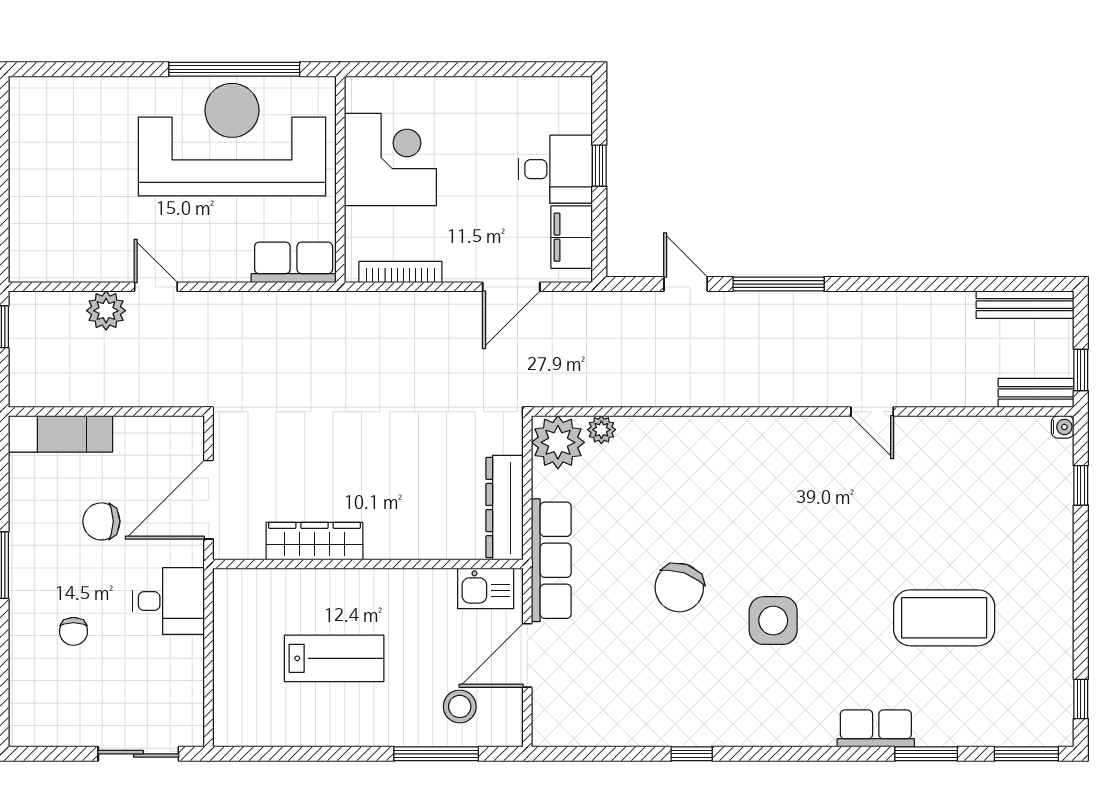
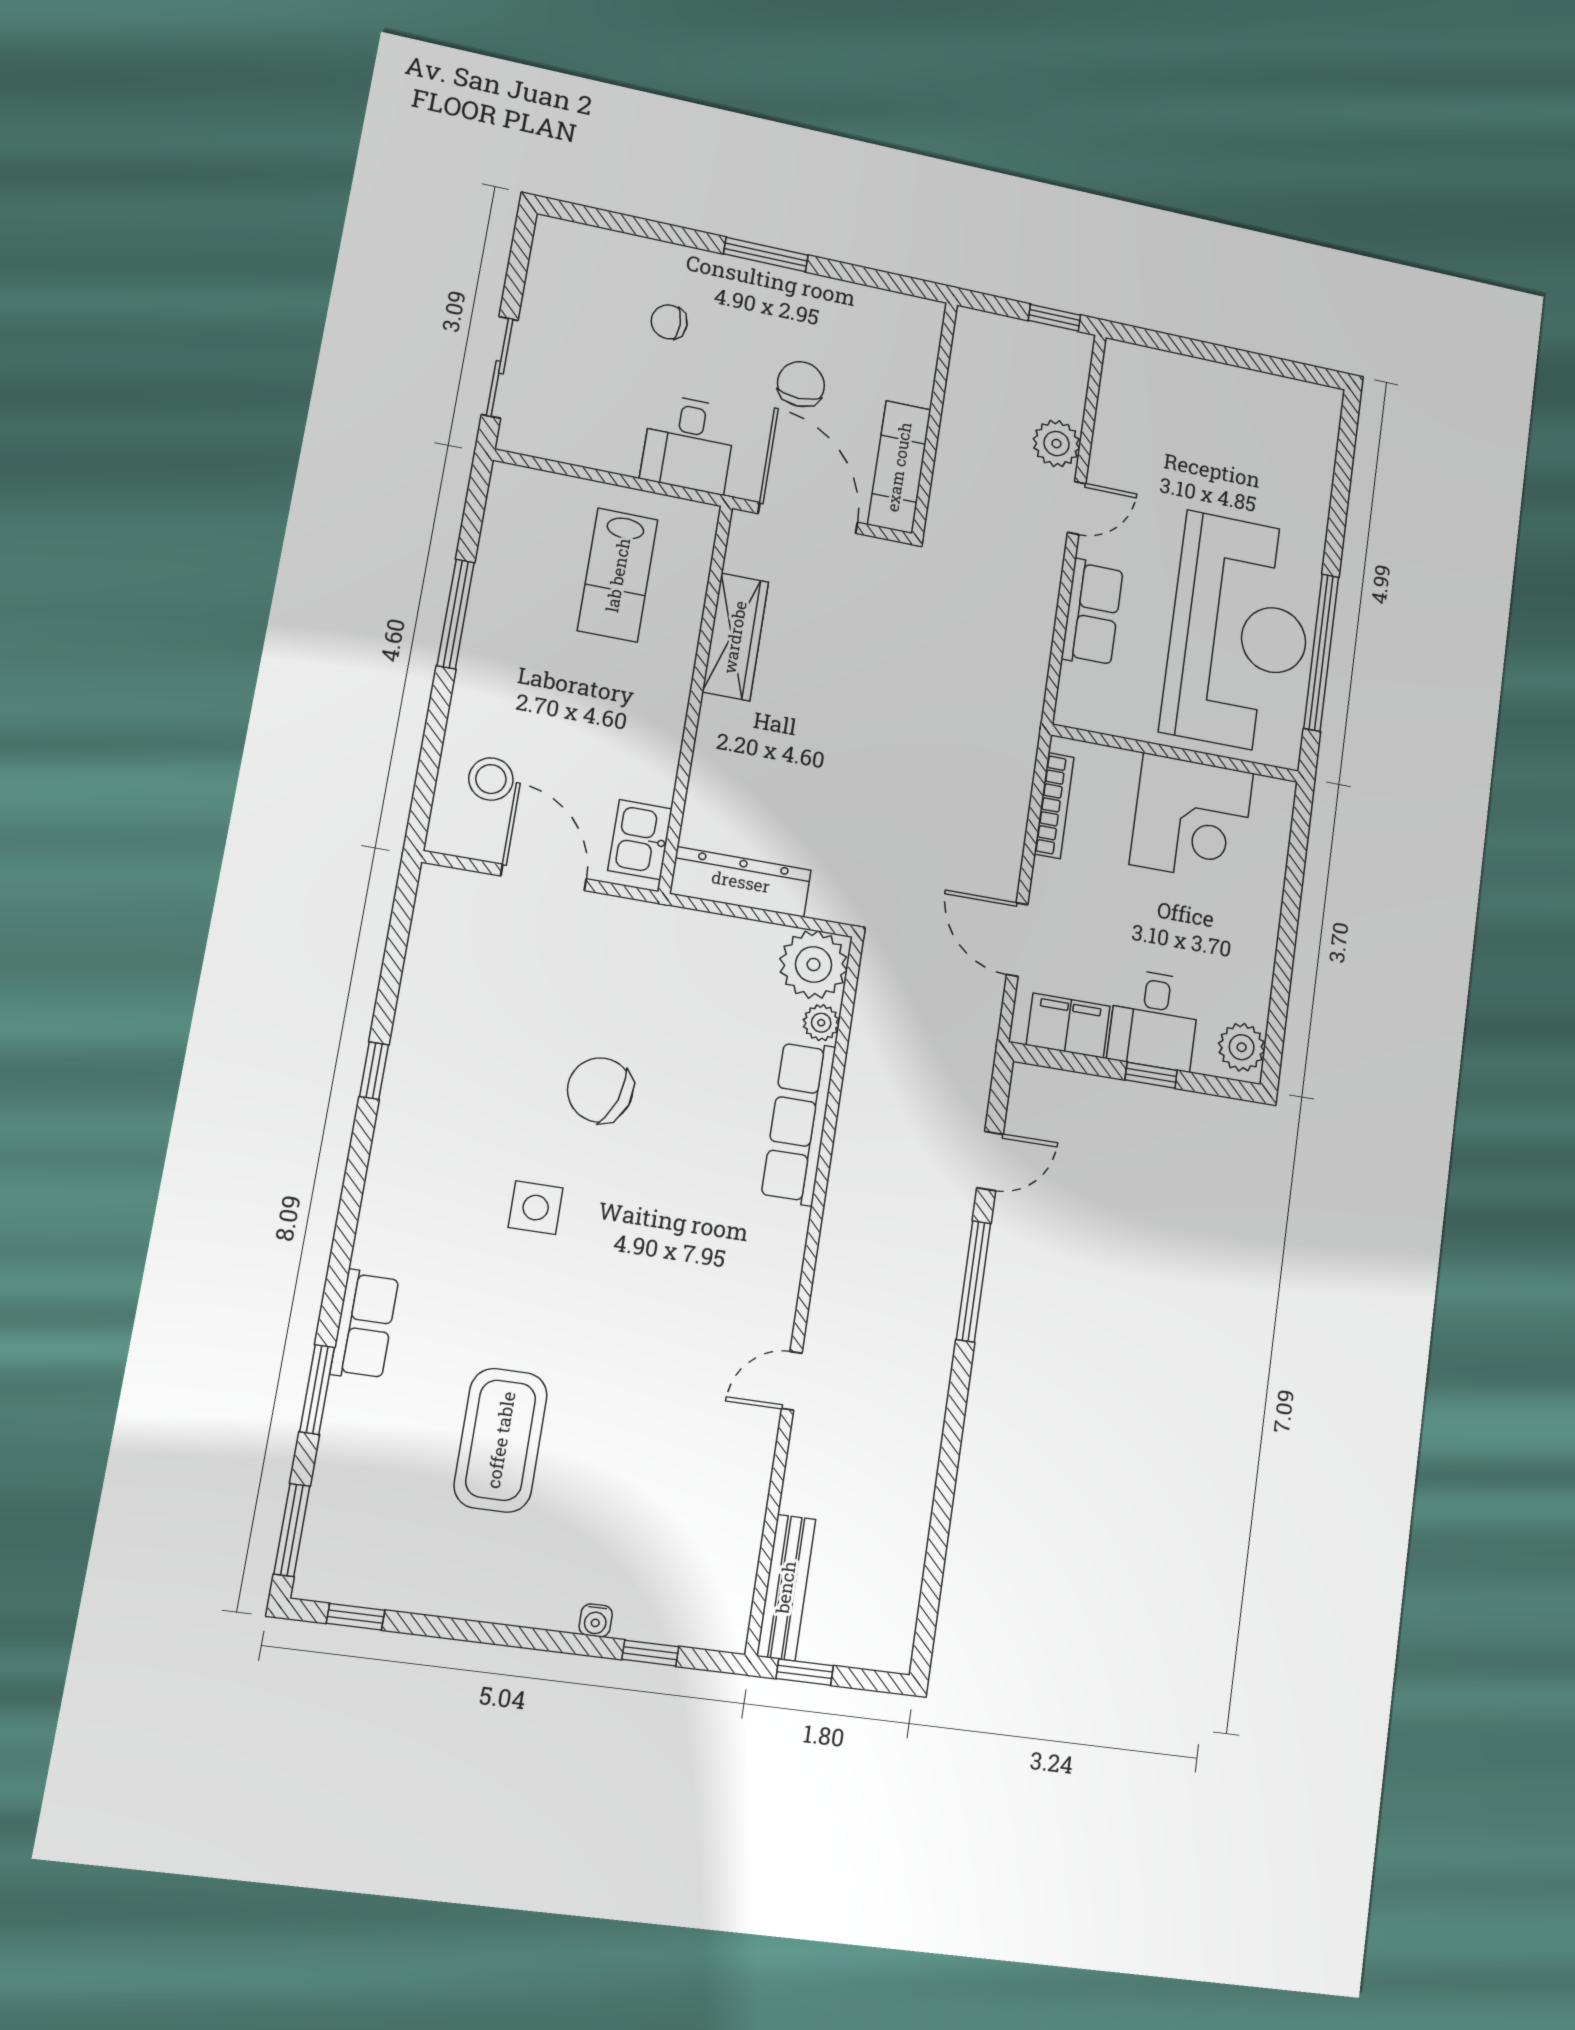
plant: (565, 95) -> (1242, 1047), added
row of seats: (294, 262) -> (1092, 613), moved
bench: (1025, 305) -> (901, 1606), removed
bench: (1036, 393) -> (786, 1587), width x1.36
water cooler: (1063, 427) -> (596, 1620), moved
exam couch: (60, 434) -> (899, 467), moved
row of seats: (551, 560) -> (799, 1122), moved, turned 90
side table: (773, 621) -> (536, 1208), width x0.73, depth x0.73
lab bench: (334, 658) -> (618, 575), moved
window: (436, 754) -> (456, 614), moved

